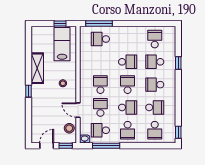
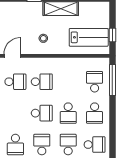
school desk: (128, 107) -> (95, 113), moved

